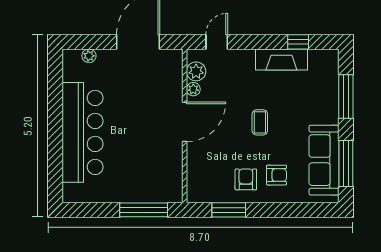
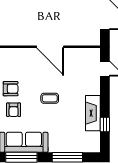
plant: (196, 71) -> (85, 55), removed
plant: (193, 89) -> (72, 53), removed

